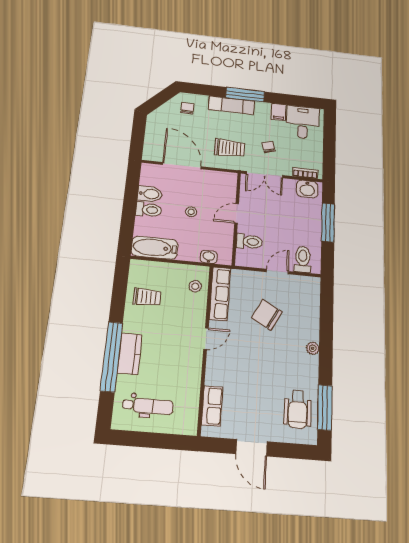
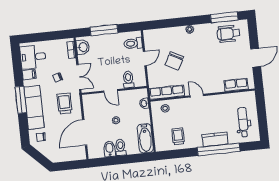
exam couch: (232, 105) -> (34, 107), width x1.36, depth x1.45
door: (277, 272) -> (145, 58), swing flipped
wheelchair: (298, 409) -> (229, 34), turned 180

